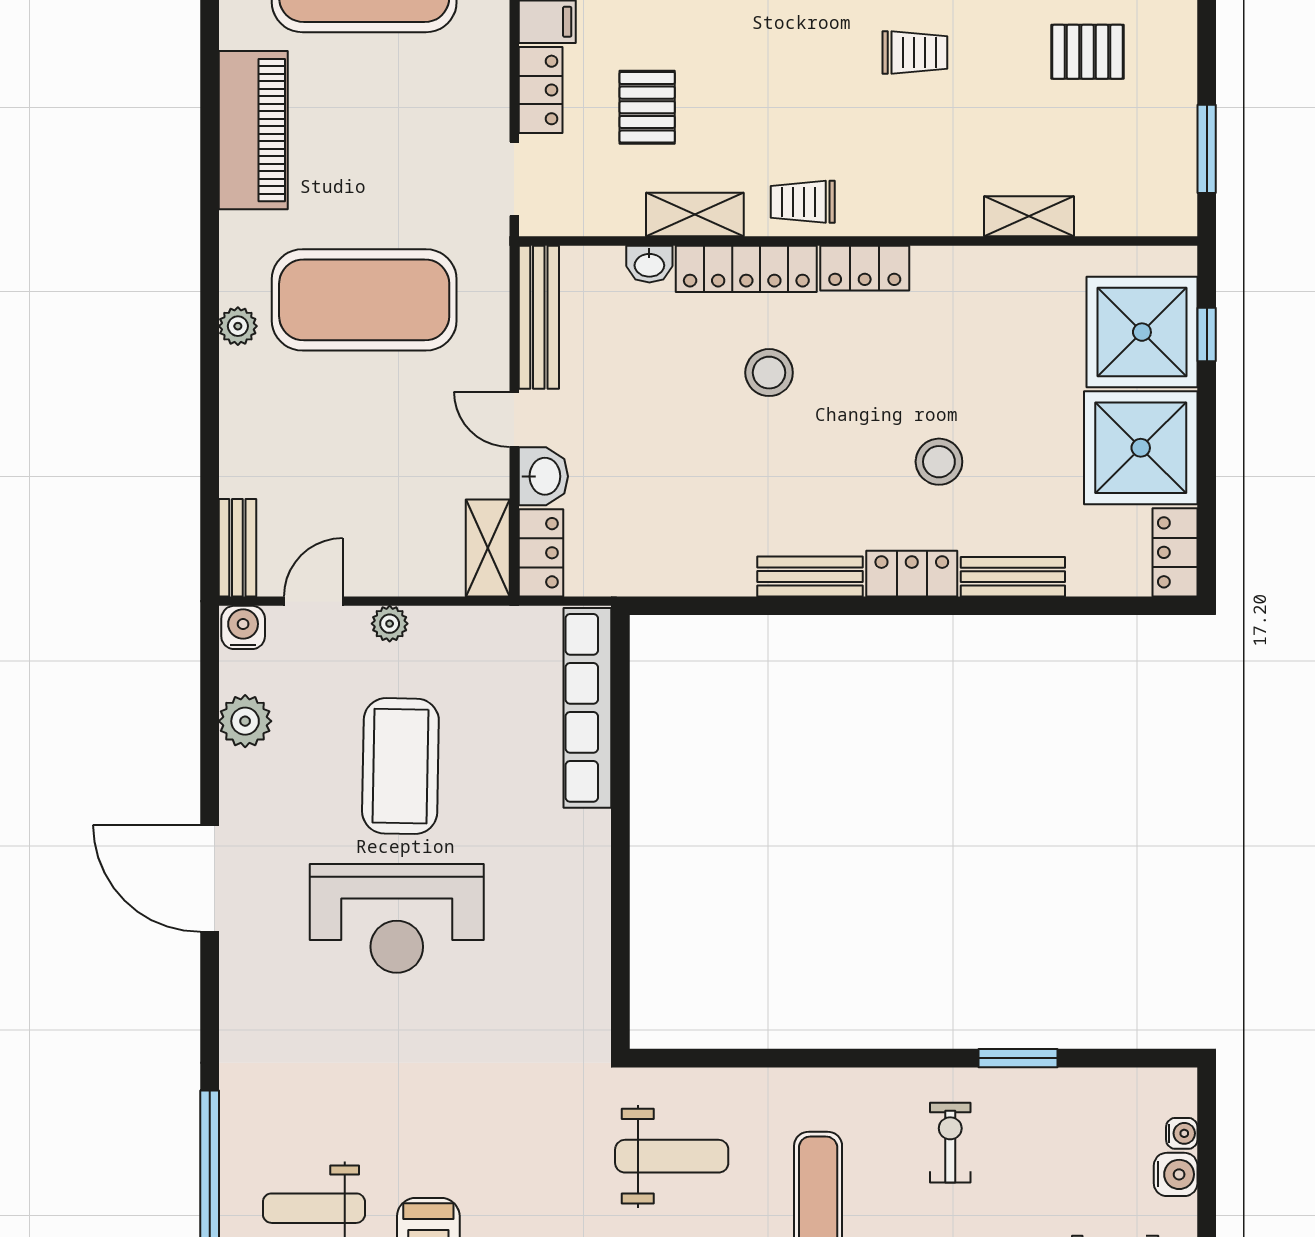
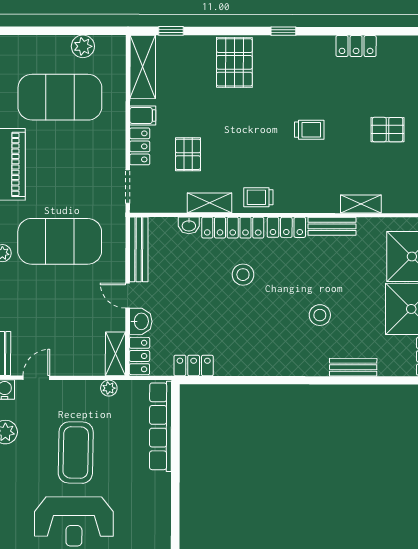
locker: (912, 574) -> (194, 365), moved
bench: (810, 576) -> (332, 226), moved
plant: (390, 624) -> (109, 388), moved

